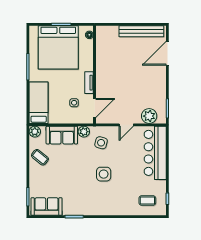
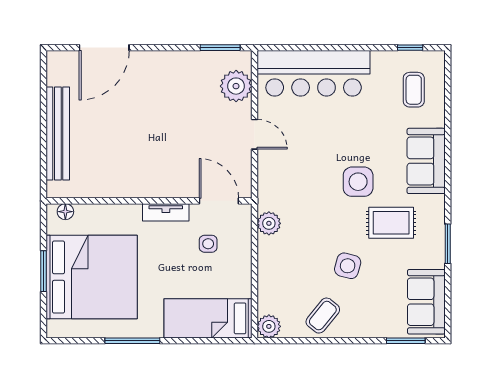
bench: (141, 31) -> (58, 134), moved
door: (167, 53) -> (104, 48), hinge flipped
sofa: (62, 135) -> (426, 161), moved, turned 180
side table: (101, 143) -> (348, 266), moved
rug: (84, 190) -> (391, 223), added

